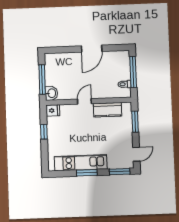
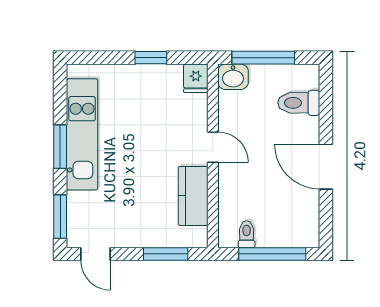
toilet: (62, 62) -> (299, 103), added

